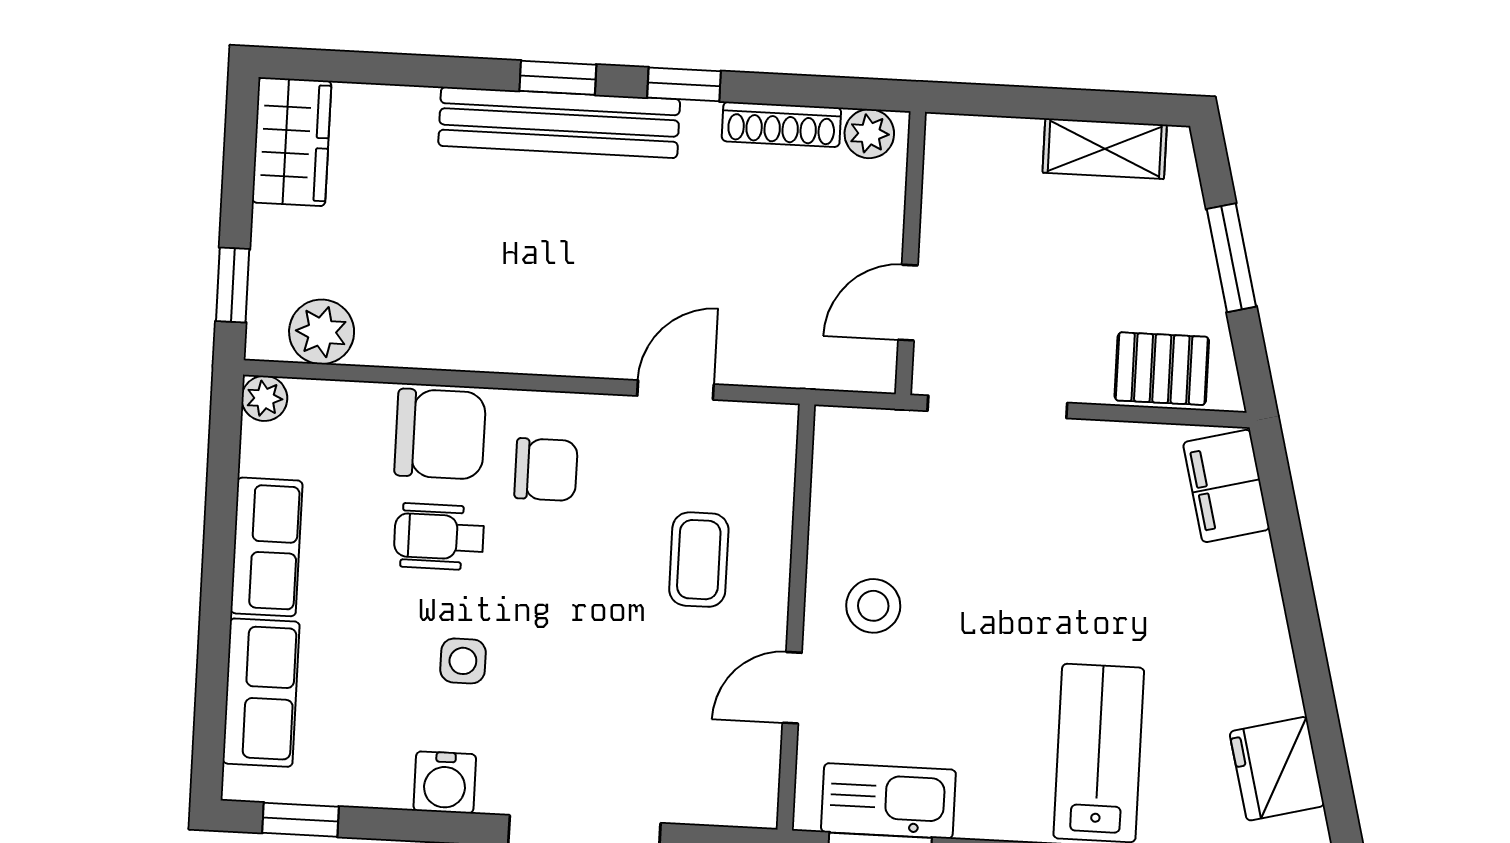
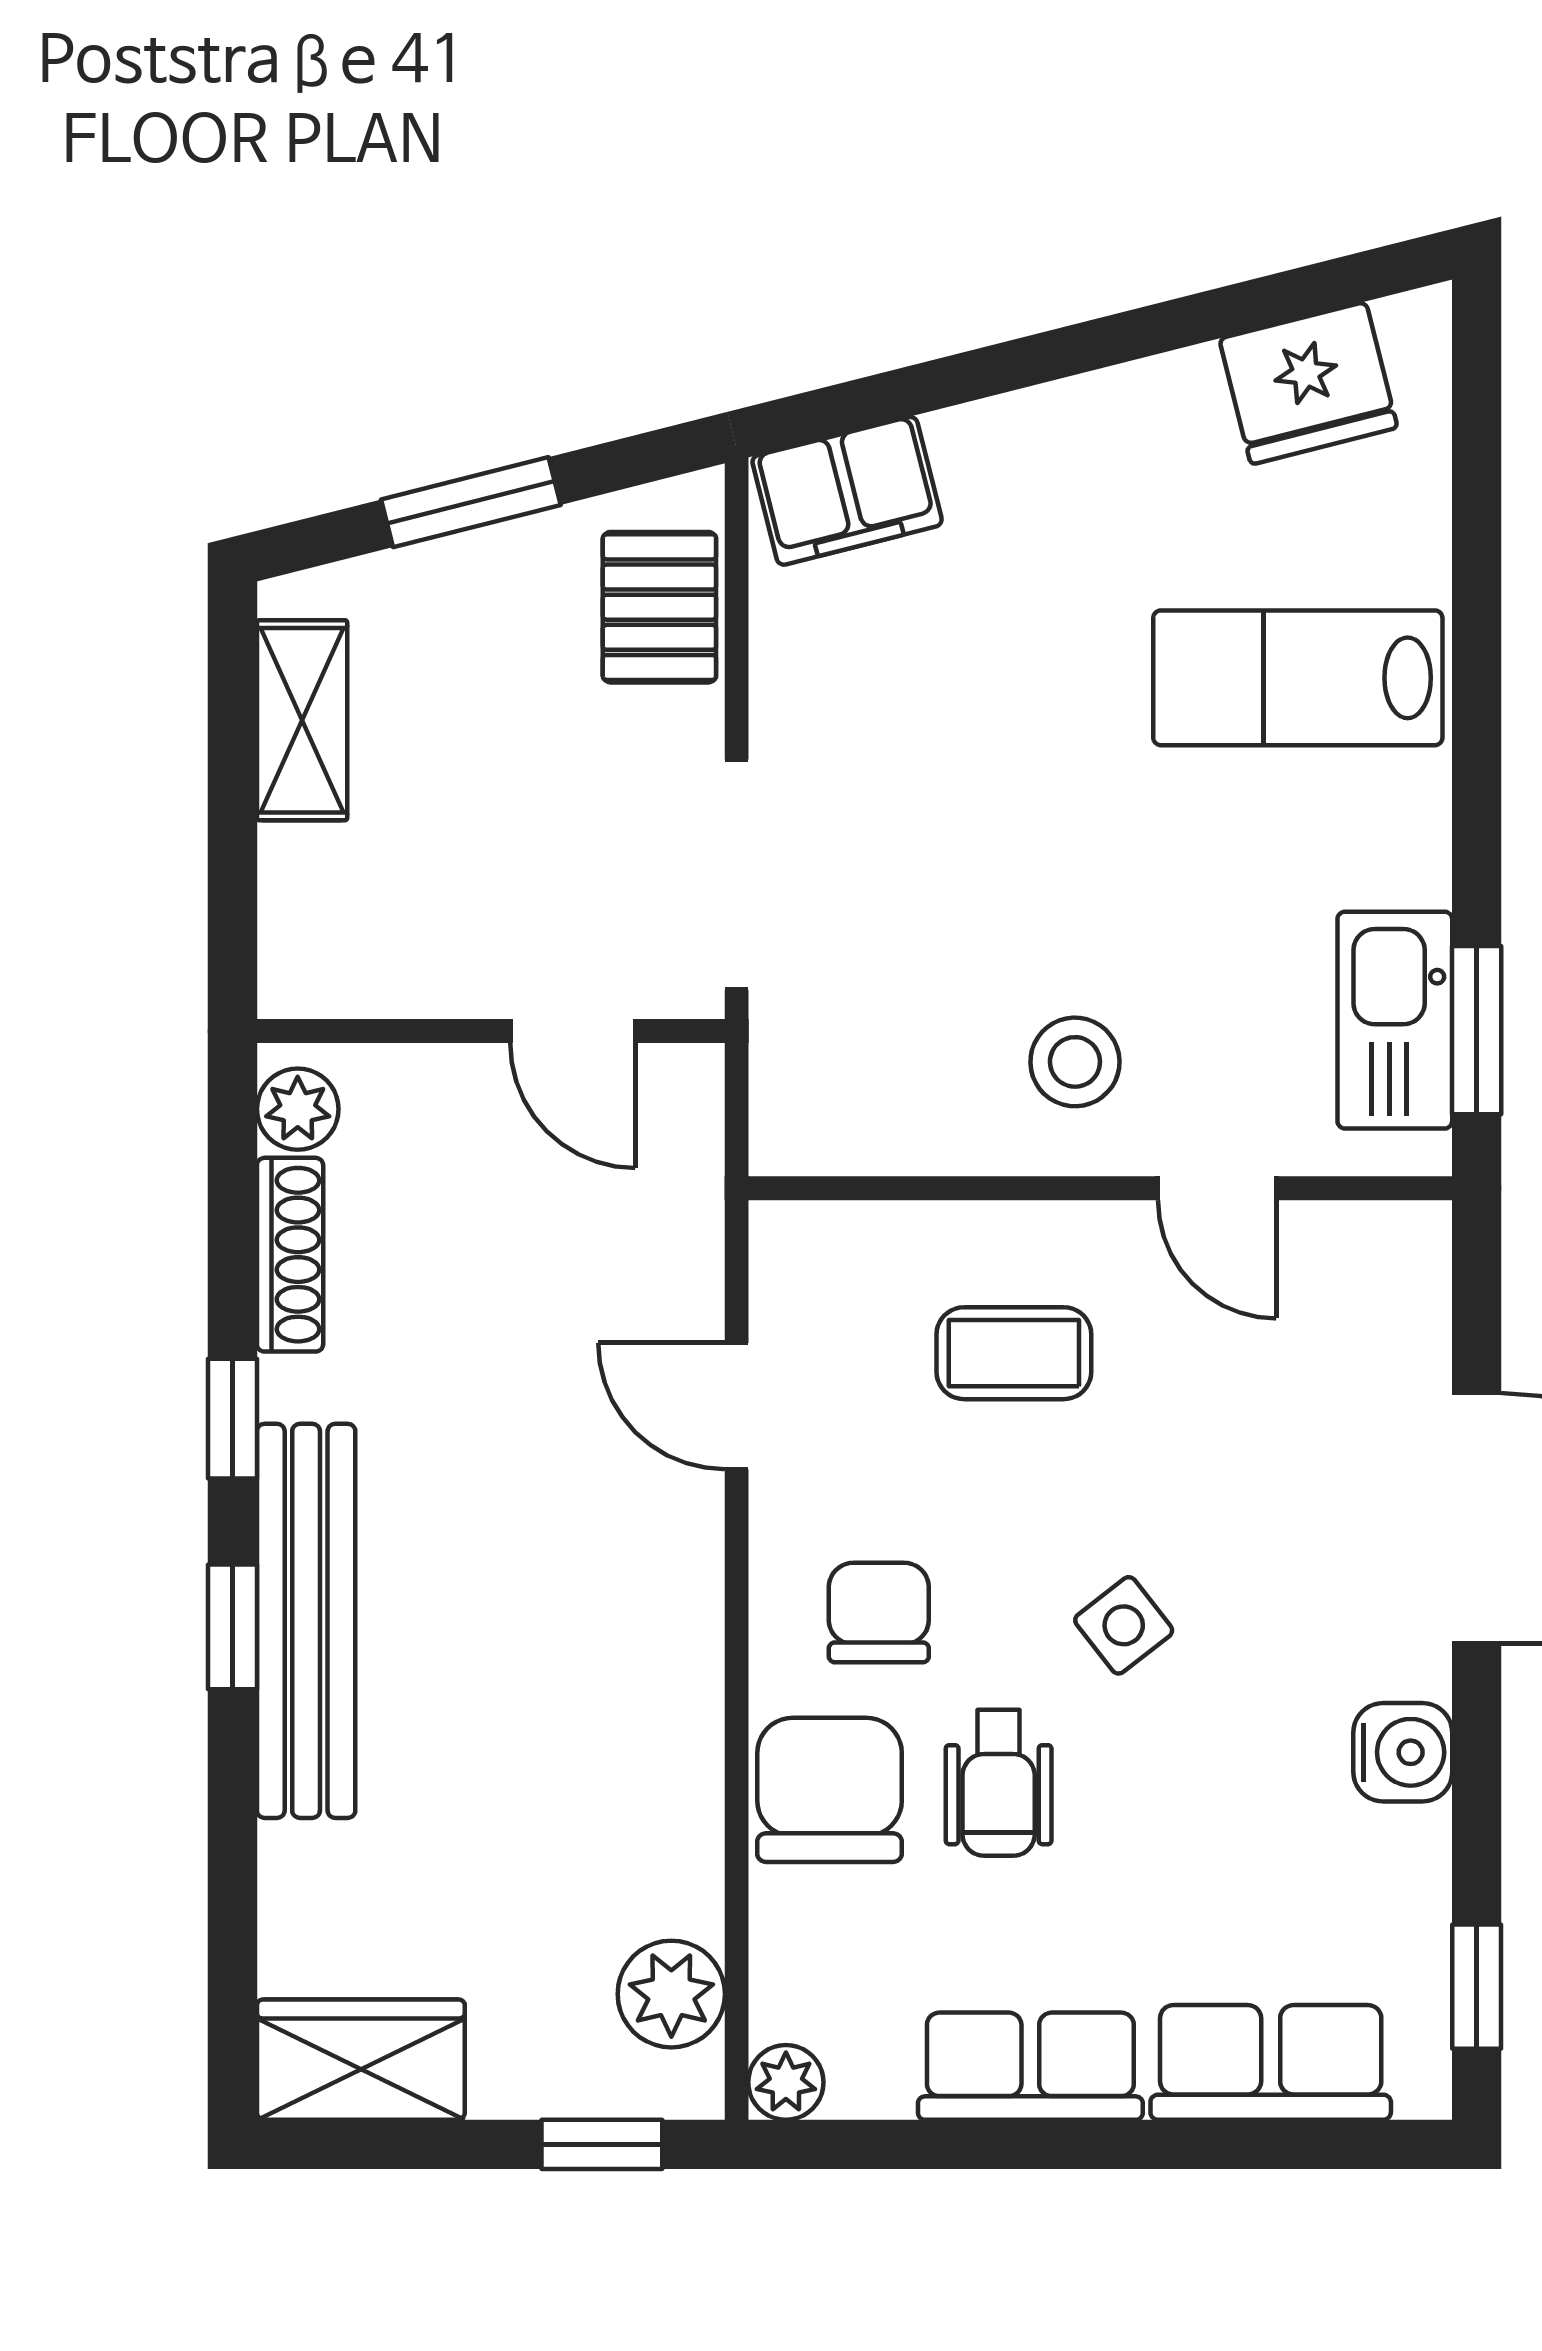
side table: (463, 661) -> (1124, 1625), moved, turned -38

